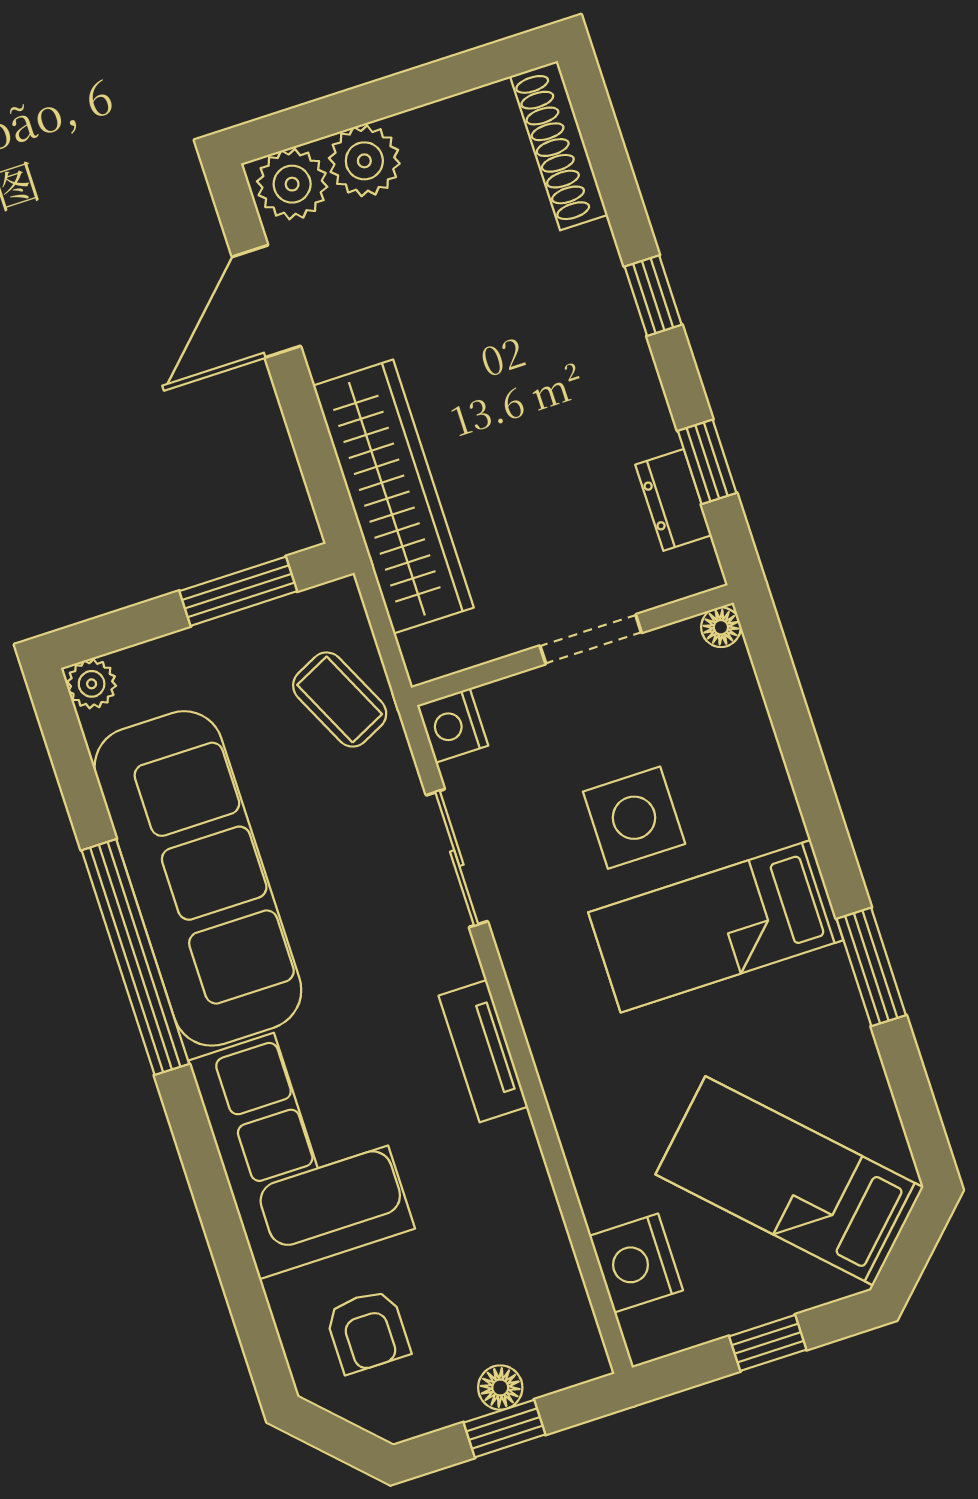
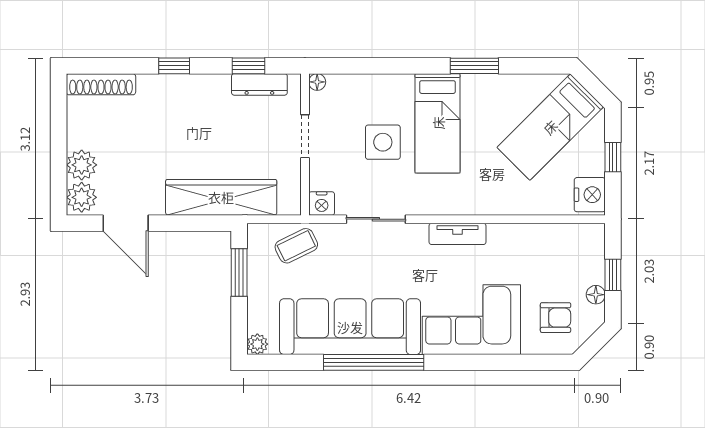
dresser: (674, 500) -> (259, 84), width x1.44
nightstand: (636, 1263) -> (590, 195), moved, turned -90
floor lamp: (500, 1388) -> (596, 295), moved

